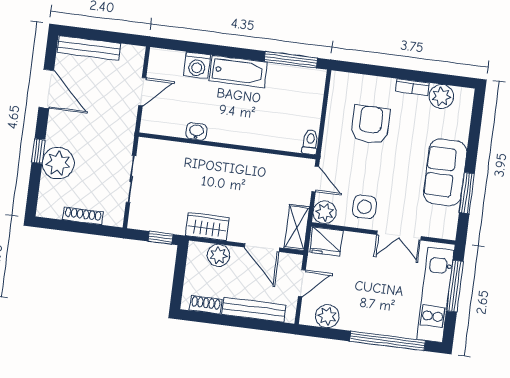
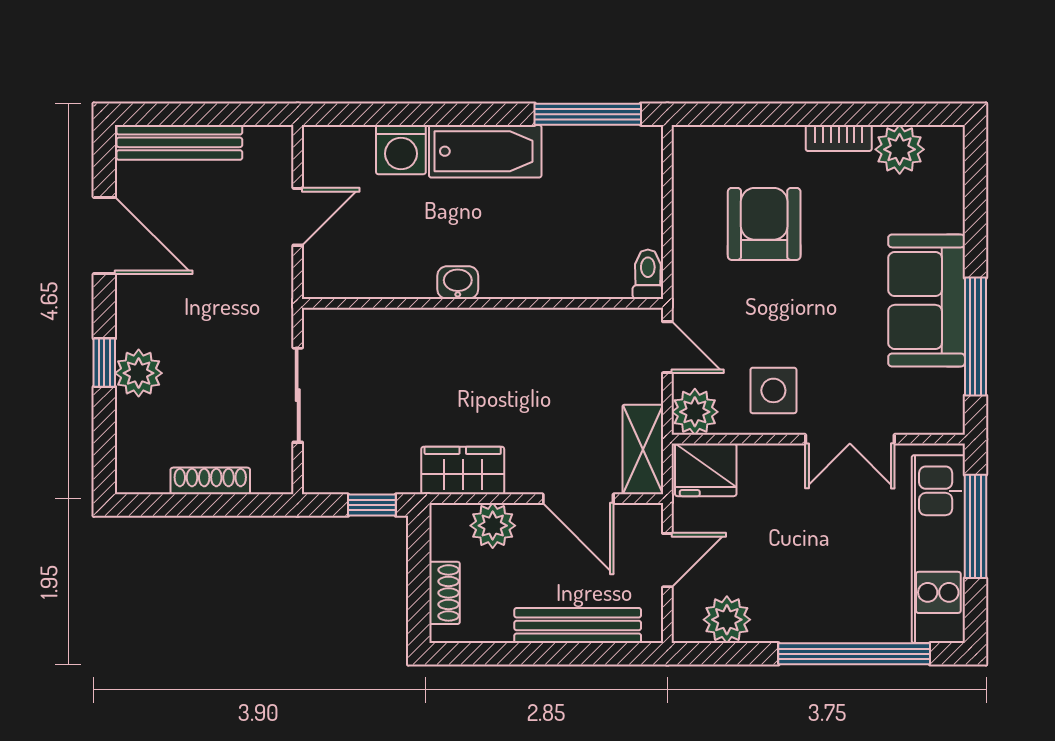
washbasin: (196, 132) -> (458, 283), moved
plant: (58, 163) -> (139, 373), width x0.73, depth x0.73
window: (467, 193) -> (975, 337), width x1.44
shoe rack: (206, 305) -> (445, 593), moved, turned 90

